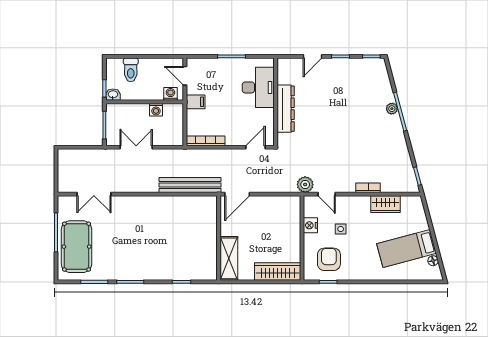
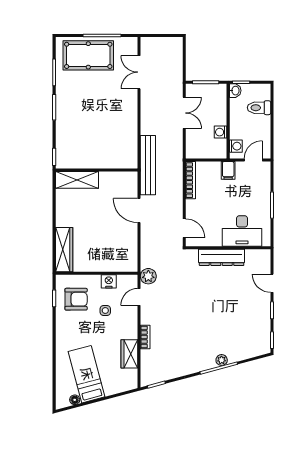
wall: (219, 238) -> (97, 170), moved
shelving: (229, 258) -> (77, 180), moved

